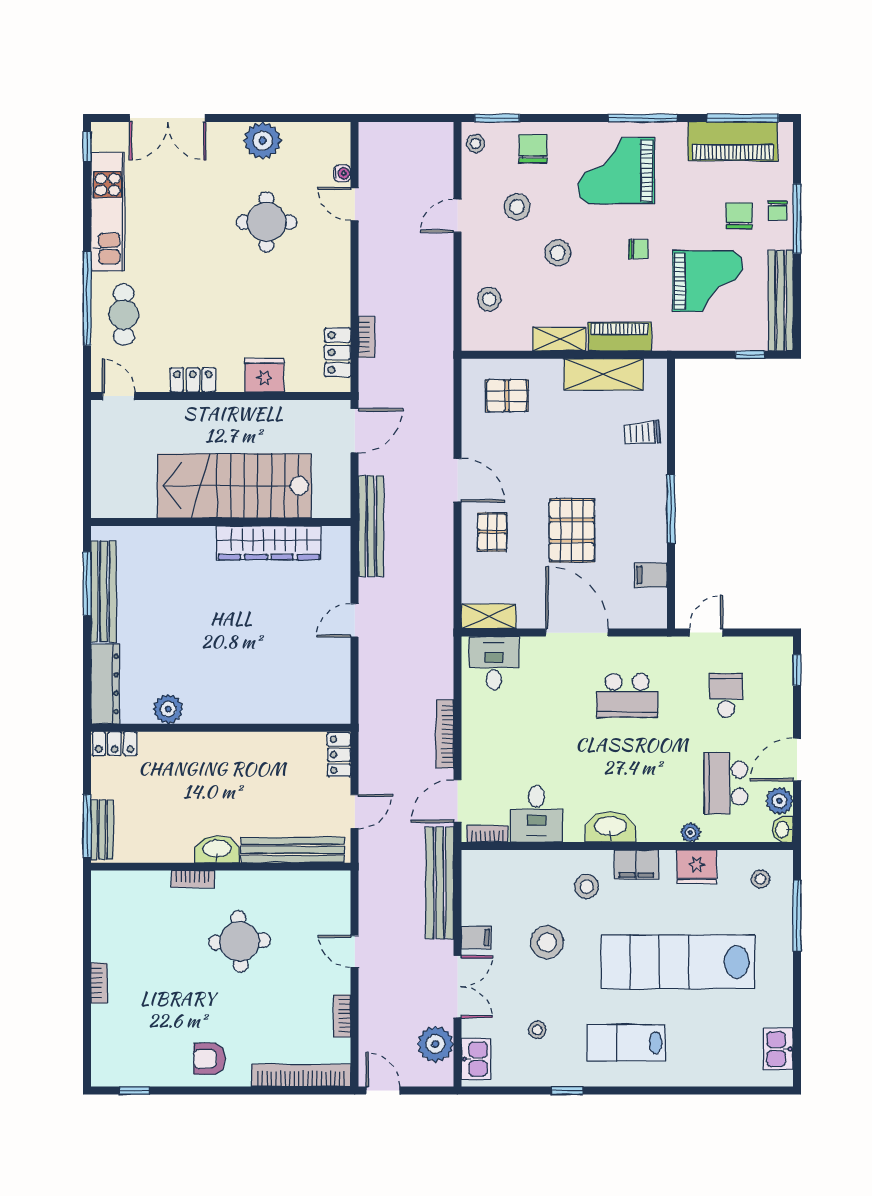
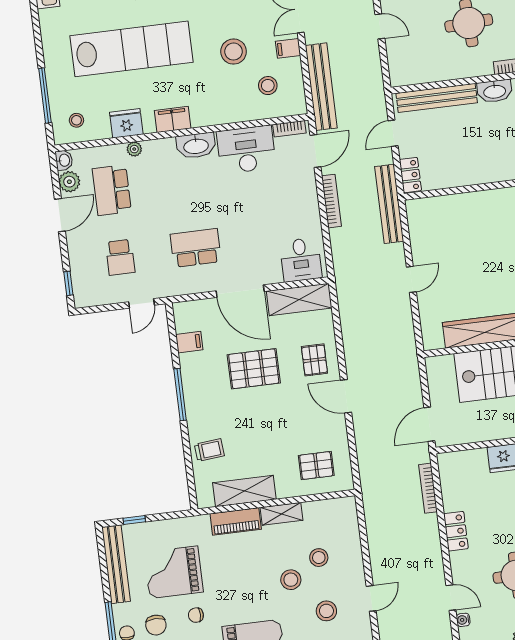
chair: (638, 249) -> (196, 615), moved
stool: (489, 299) -> (319, 558), moved
bookcase: (367, 337) -> (428, 488), width x1.56
locker: (338, 352) -> (456, 531), moved
bench: (371, 526) -> (389, 204), moved
pallet: (572, 530) -> (254, 369), turned 90
shelving: (489, 616) -> (299, 300), width x1.50, depth x1.33
school desk: (726, 783) -> (112, 190), turned 180
desk: (537, 814) -> (246, 150), width x1.37
stool: (587, 886) -> (268, 86), moved

